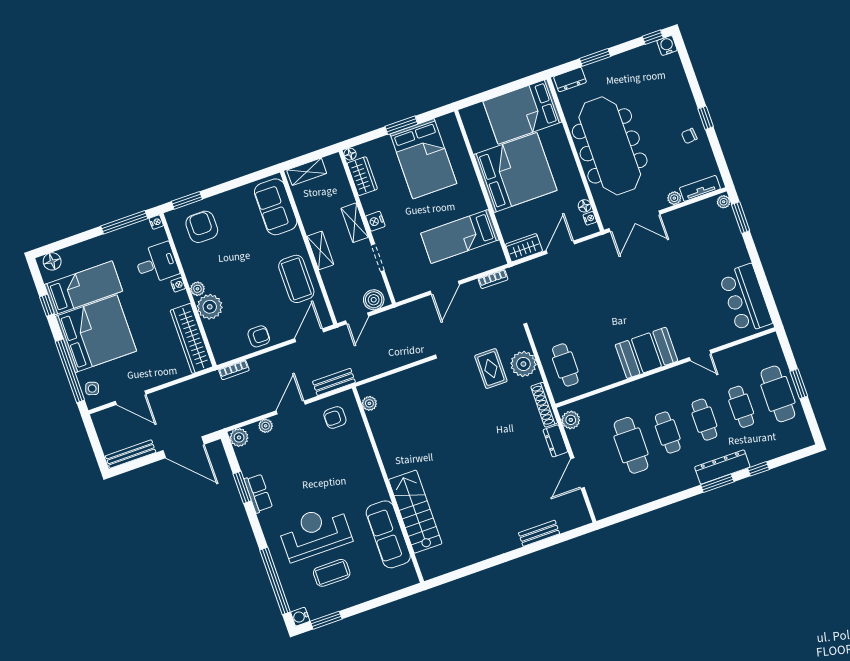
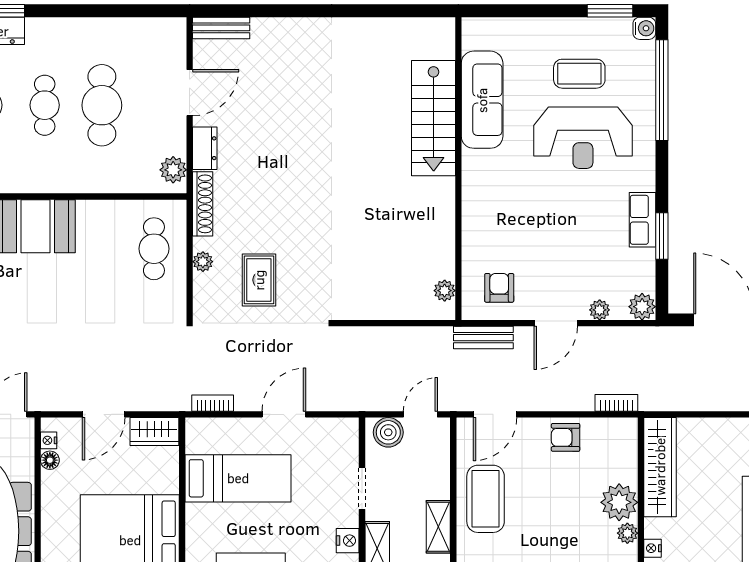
plant: (523, 364) -> (203, 262), width x0.53, depth x0.53
armchair: (335, 417) -> (499, 288), turned -90
bench: (539, 533) -> (221, 28), moved

